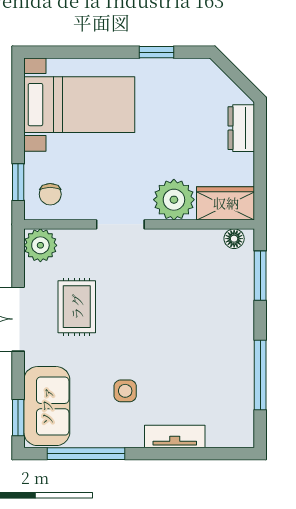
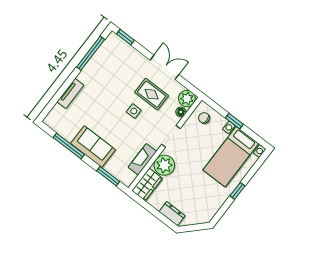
window: (157, 52) -> (237, 191), moved
window: (18, 182) -> (234, 121), moved
floor lamp: (234, 239) -> (181, 112), moved
fireplace: (191, 242) -> (142, 159), added
side table: (125, 391) -> (134, 111), moved
sofa: (47, 406) -> (93, 147), moved, turned 180

